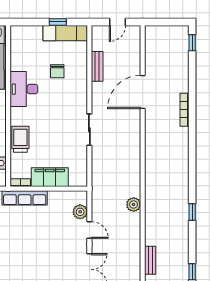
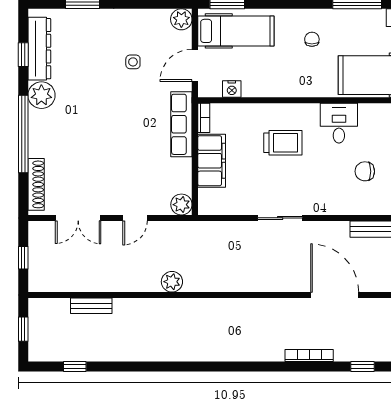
desk: (24, 89) -> (339, 123), width x0.73
trolley: (20, 139) -> (283, 143), moved
plant: (80, 212) -> (181, 205), moved
window: (192, 212) -> (362, 366), moved

